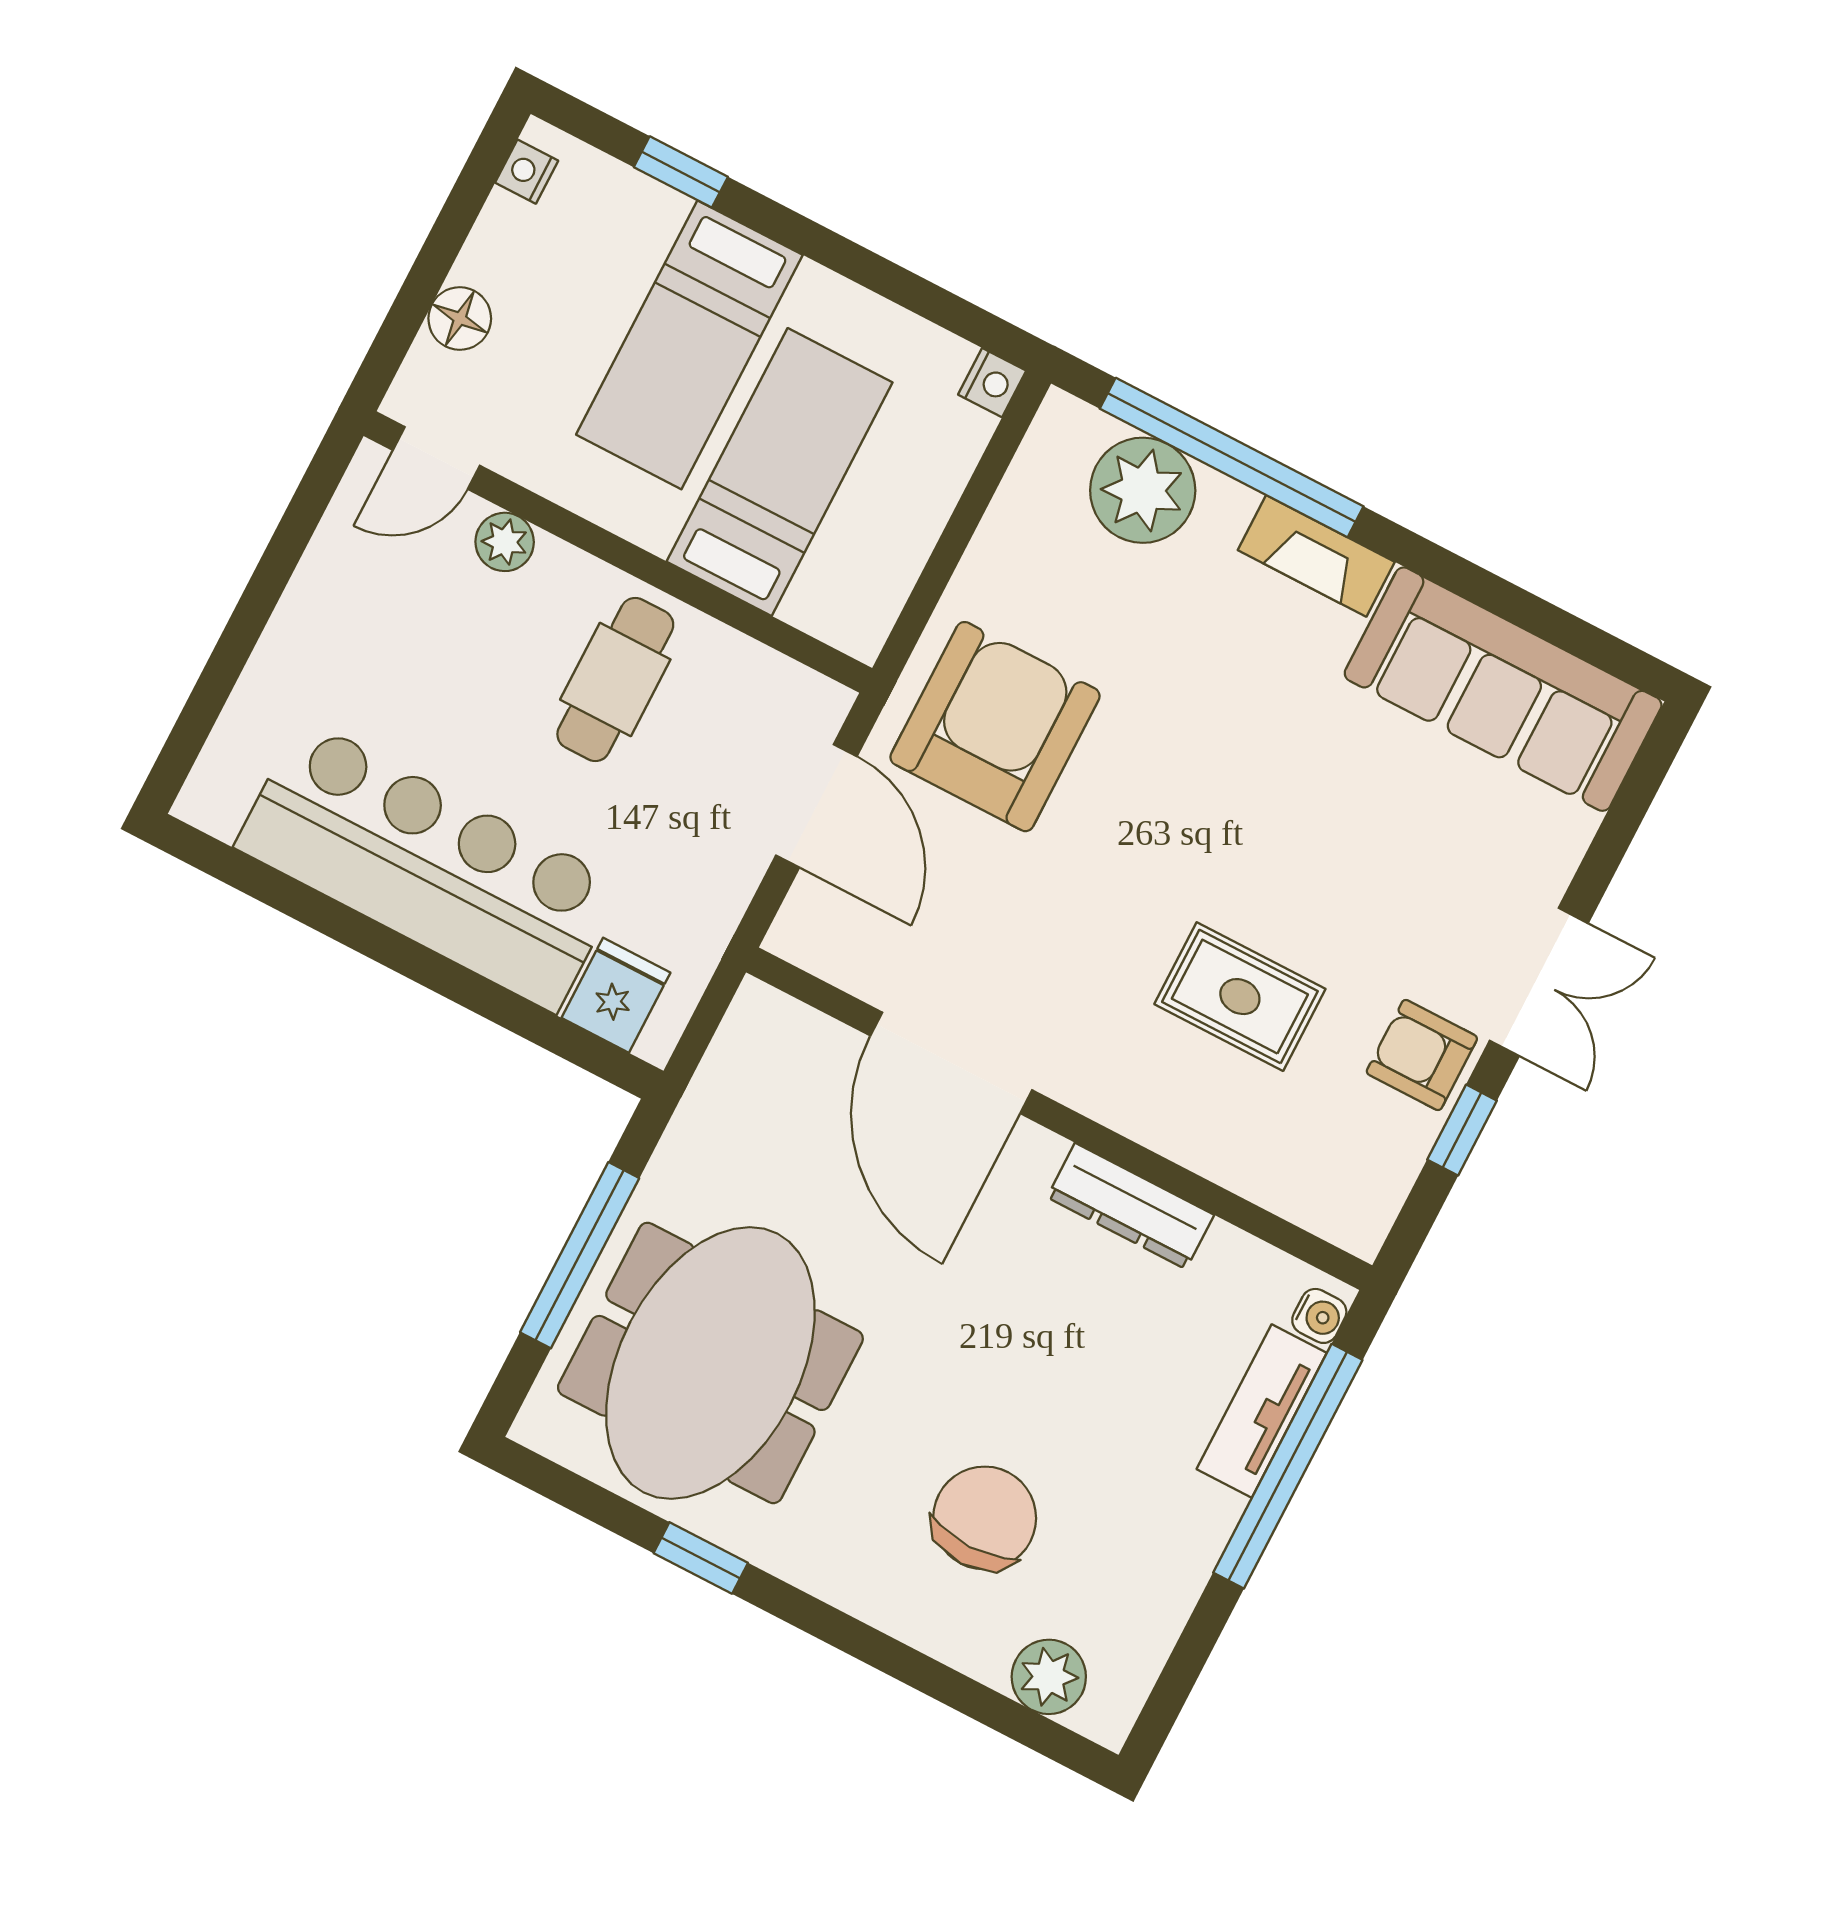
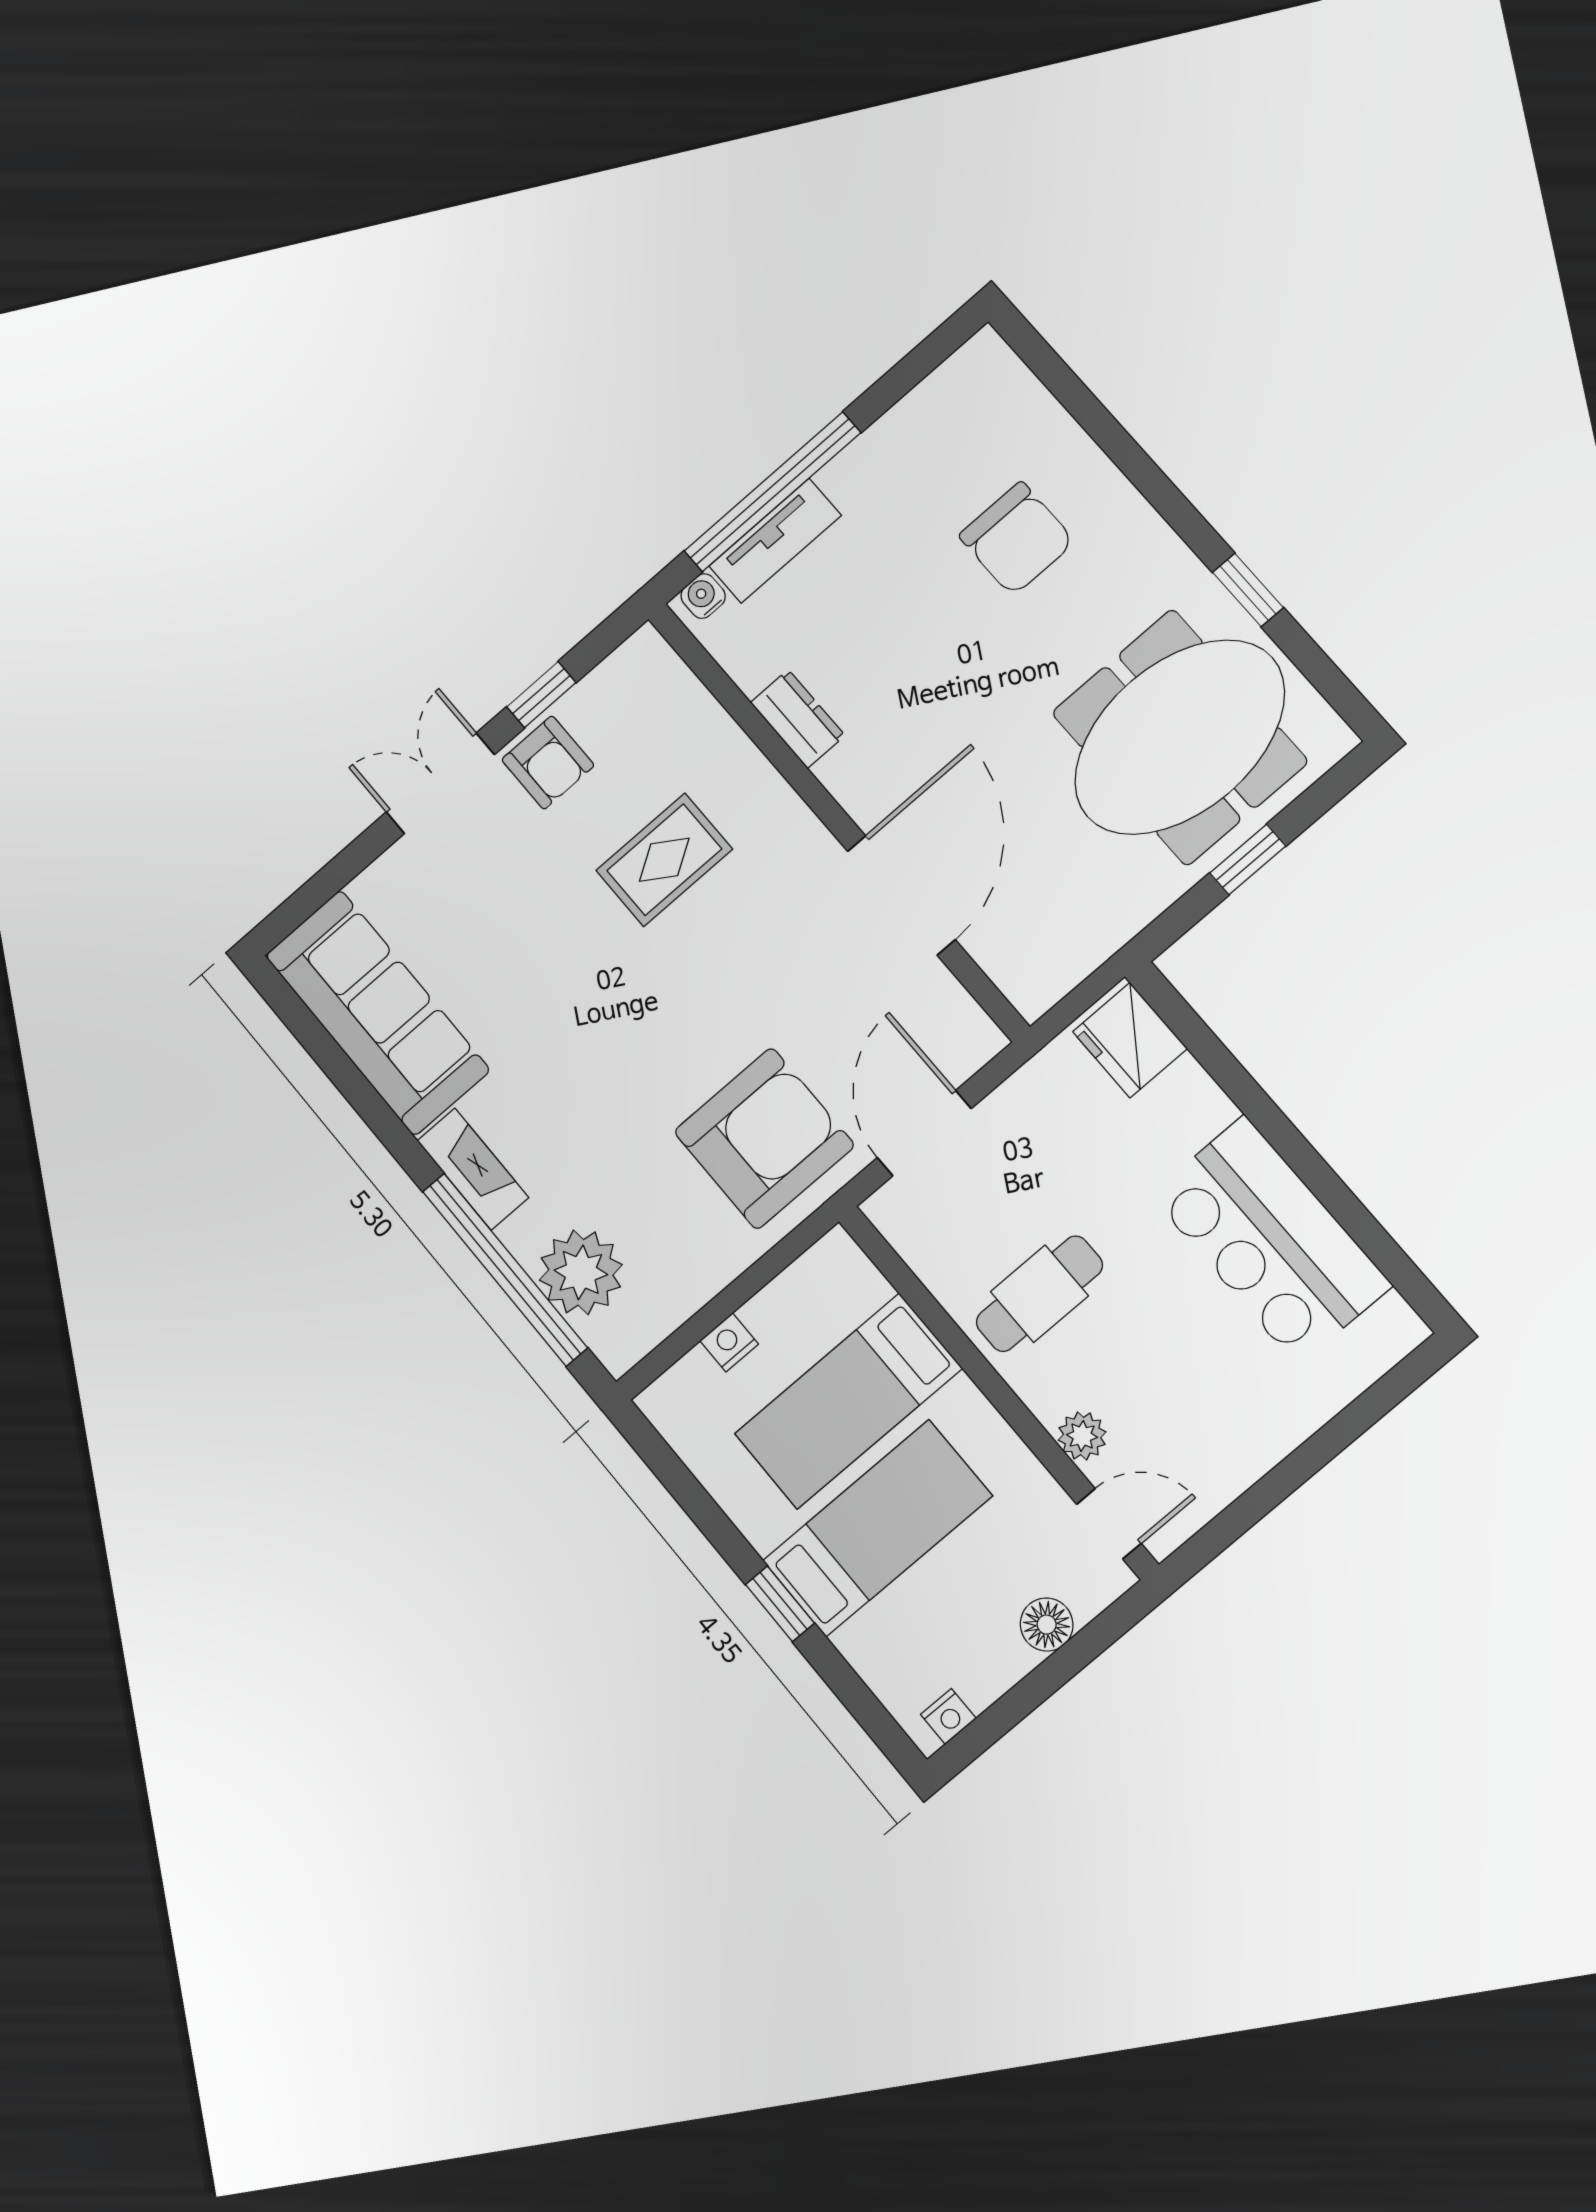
window: (681, 172) -> (780, 1604), moved
nightstand: (992, 383) -> (729, 1342), moved
armchair: (995, 727) -> (764, 1139), turned 180
bar counter: (429, 865) -> (1271, 1240), width x0.73
fridge: (616, 995) -> (1130, 1040), width x1.38
rug: (1240, 997) -> (664, 860), turned 90
dresser: (1130, 1206) -> (798, 719), width x0.70
window: (580, 1255) -> (1248, 860), width x0.46
chair: (985, 1518) -> (1017, 539), turned -90
plant: (1049, 1677) -> (1017, 400), removed

